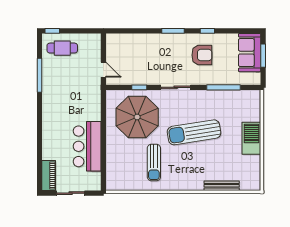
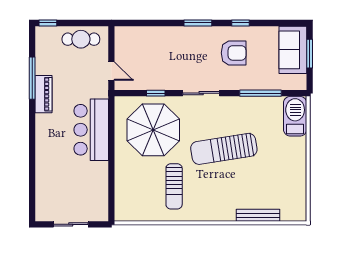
cafe table: (62, 48) -> (81, 39), moved
barbecue: (251, 138) -> (295, 116), moved
bar counter: (87, 146) -> (91, 130), moved
piano: (49, 176) -> (44, 94), moved

